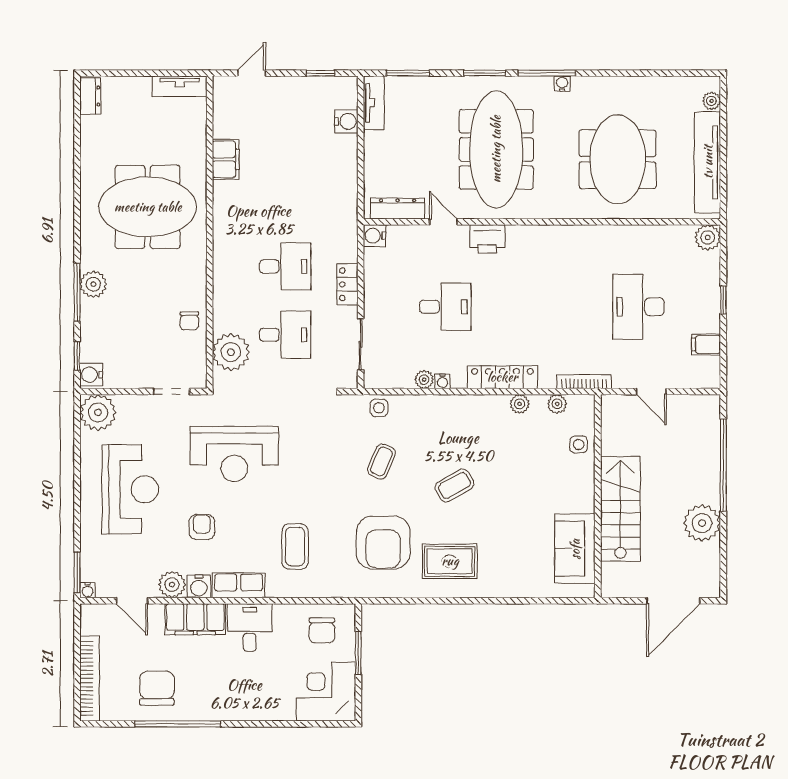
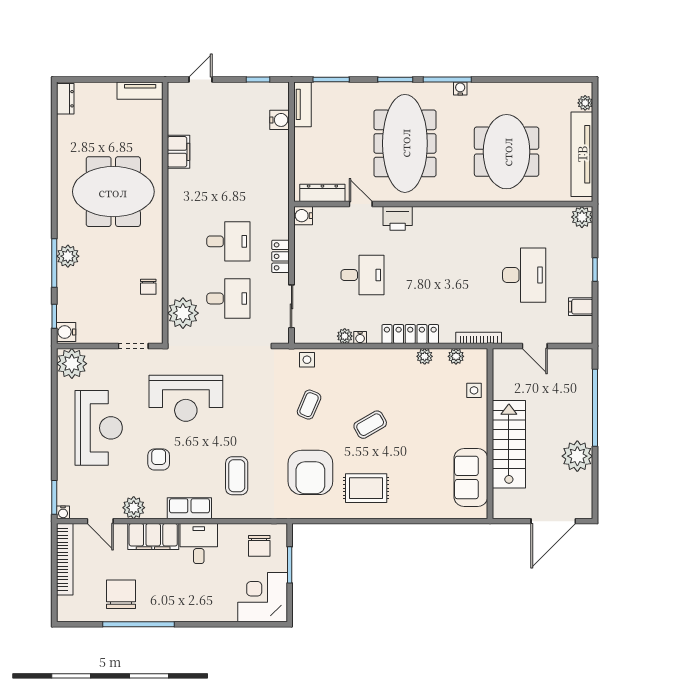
desk: (639, 307) -> (524, 275), turned 180
water cooler: (199, 586) -> (156, 509), removed
bookcase: (90, 678) -> (65, 559), moved

